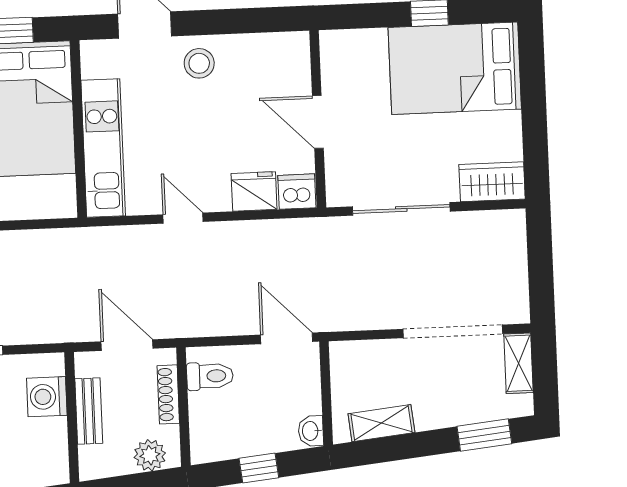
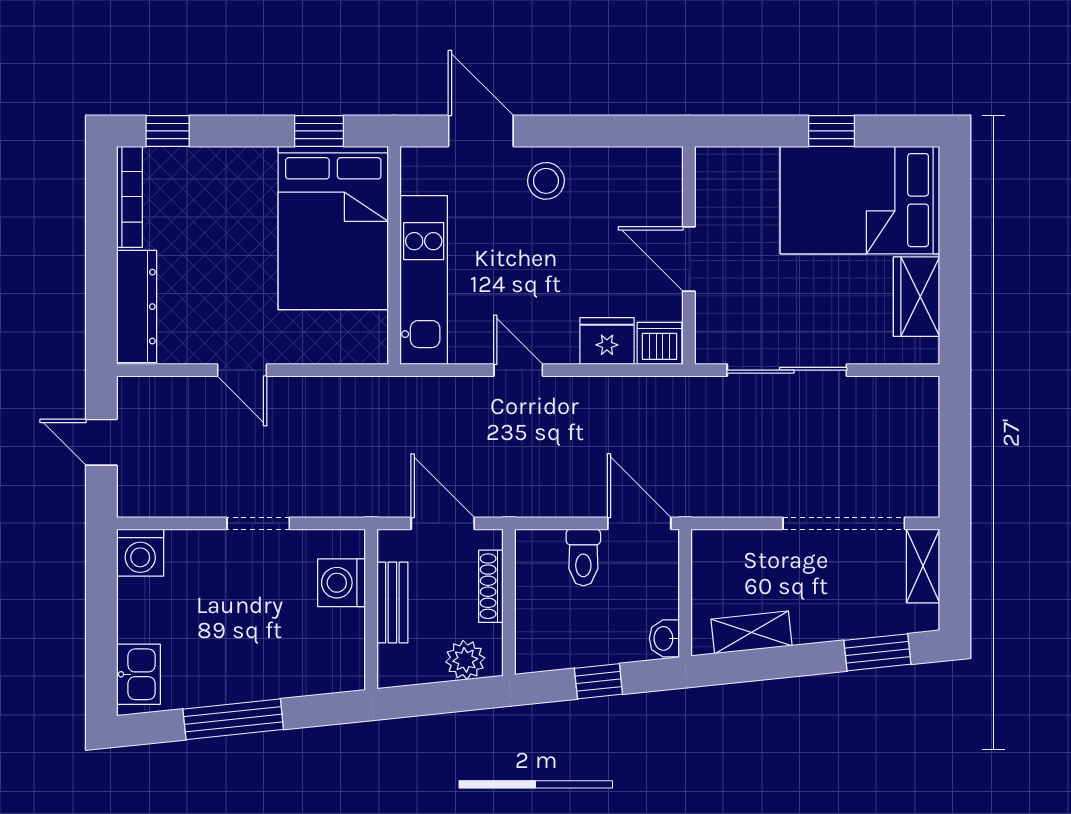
wardrobe: (492, 182) -> (917, 297), moved, turned -90
toilet: (210, 376) -> (583, 557), moved, turned 90

